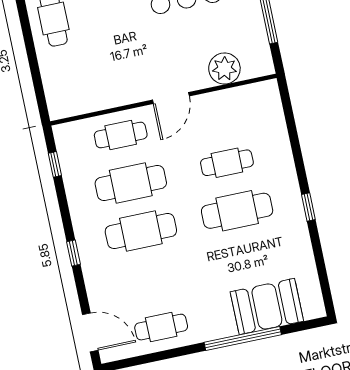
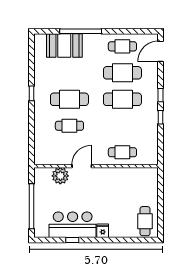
door: (171, 98) -> (82, 166), moved
window: (55, 164) -> (160, 117), moved
cafe table: (131, 183) -> (122, 73), moved
door: (90, 332) -> (160, 51), hinge flipped

